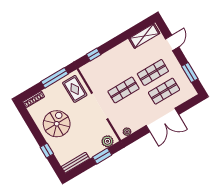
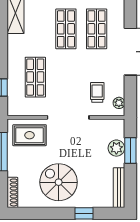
shop shelf: (123, 90) -> (35, 77), moved
trolley: (126, 115) -> (97, 92), added
plant: (107, 141) -> (116, 148), moved

